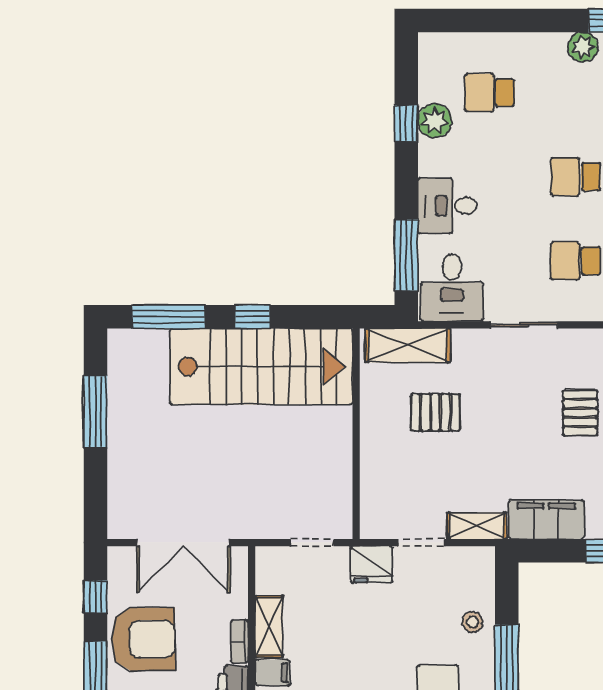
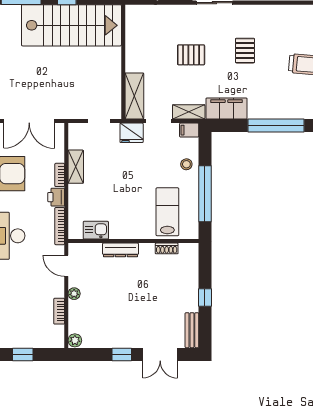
shelving: (408, 345) -> (134, 96), moved, turned 90
pallet: (435, 412) -> (191, 55), moved
filing cabinet: (273, 673) -> (189, 130), moved, turned 180

